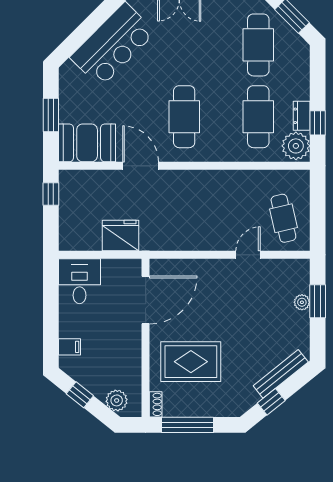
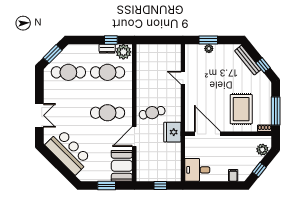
window: (51, 194) -> (160, 186), moved
cafe table: (283, 218) -> (152, 113), moved
fridge: (120, 235) -> (172, 132), moved

